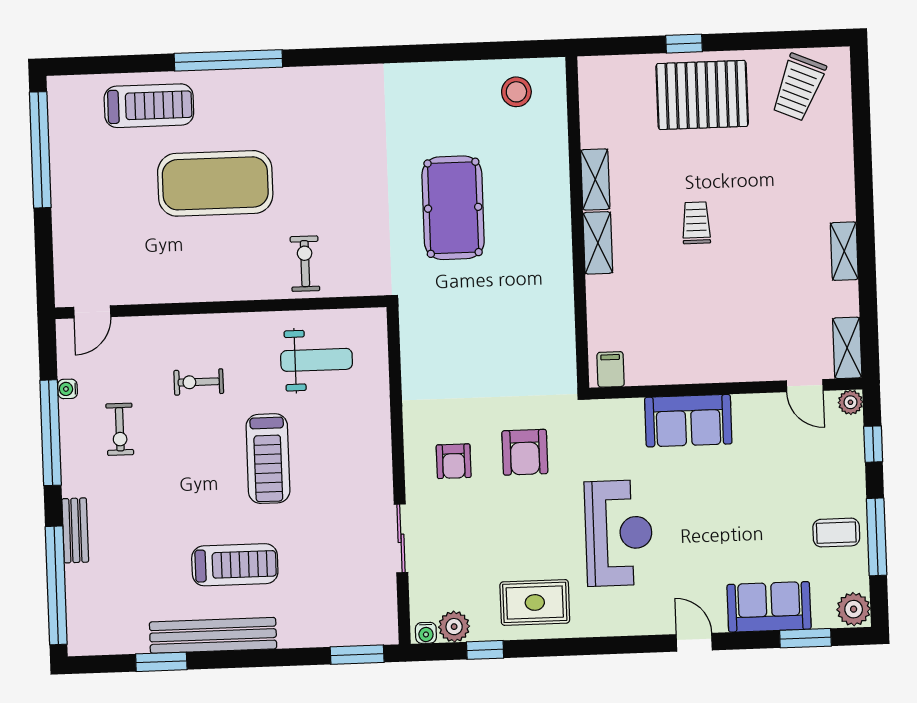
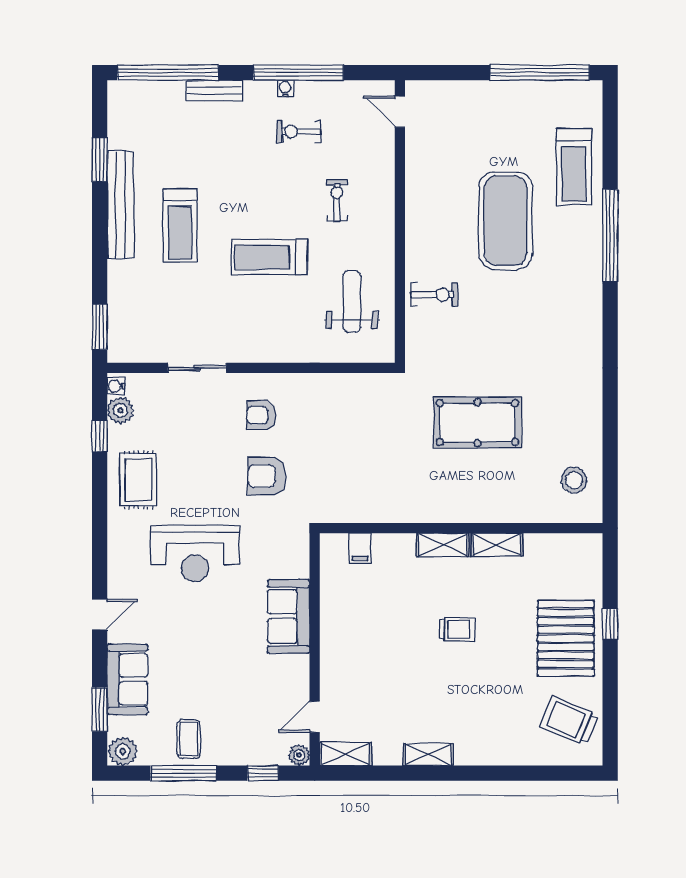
weight bench: (317, 360) -> (352, 301), turned 180
filing cabinet: (611, 369) -> (360, 548), moved, turned 90
water cooler: (68, 389) -> (285, 88), moved

